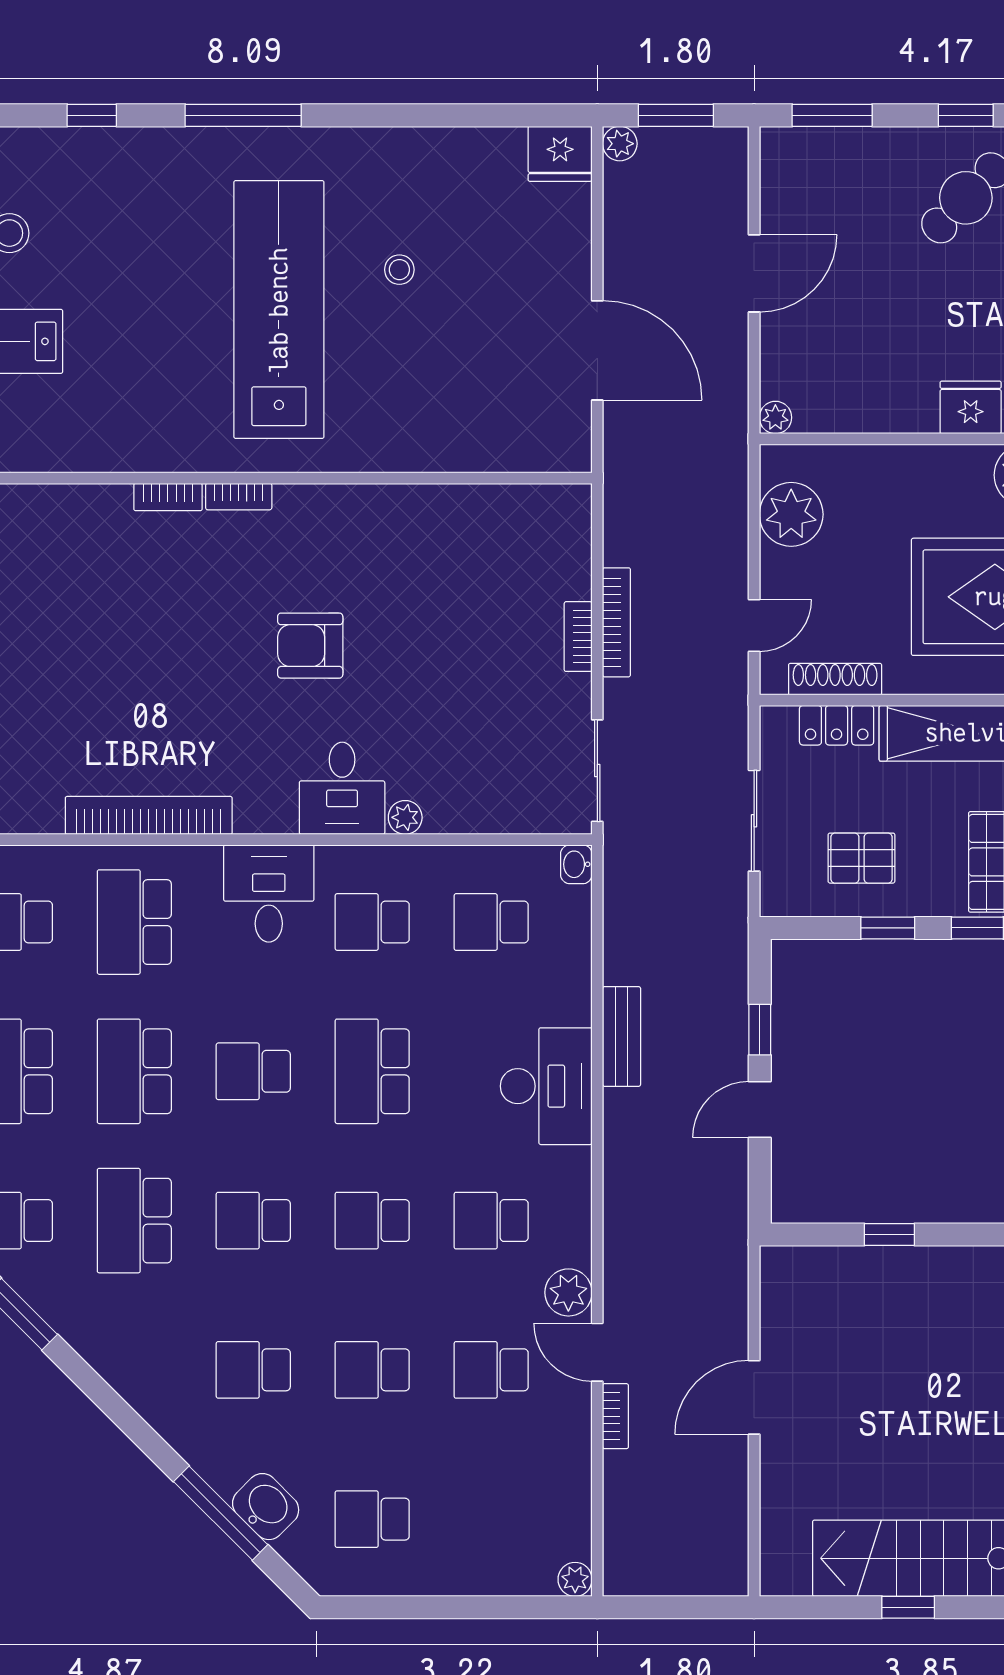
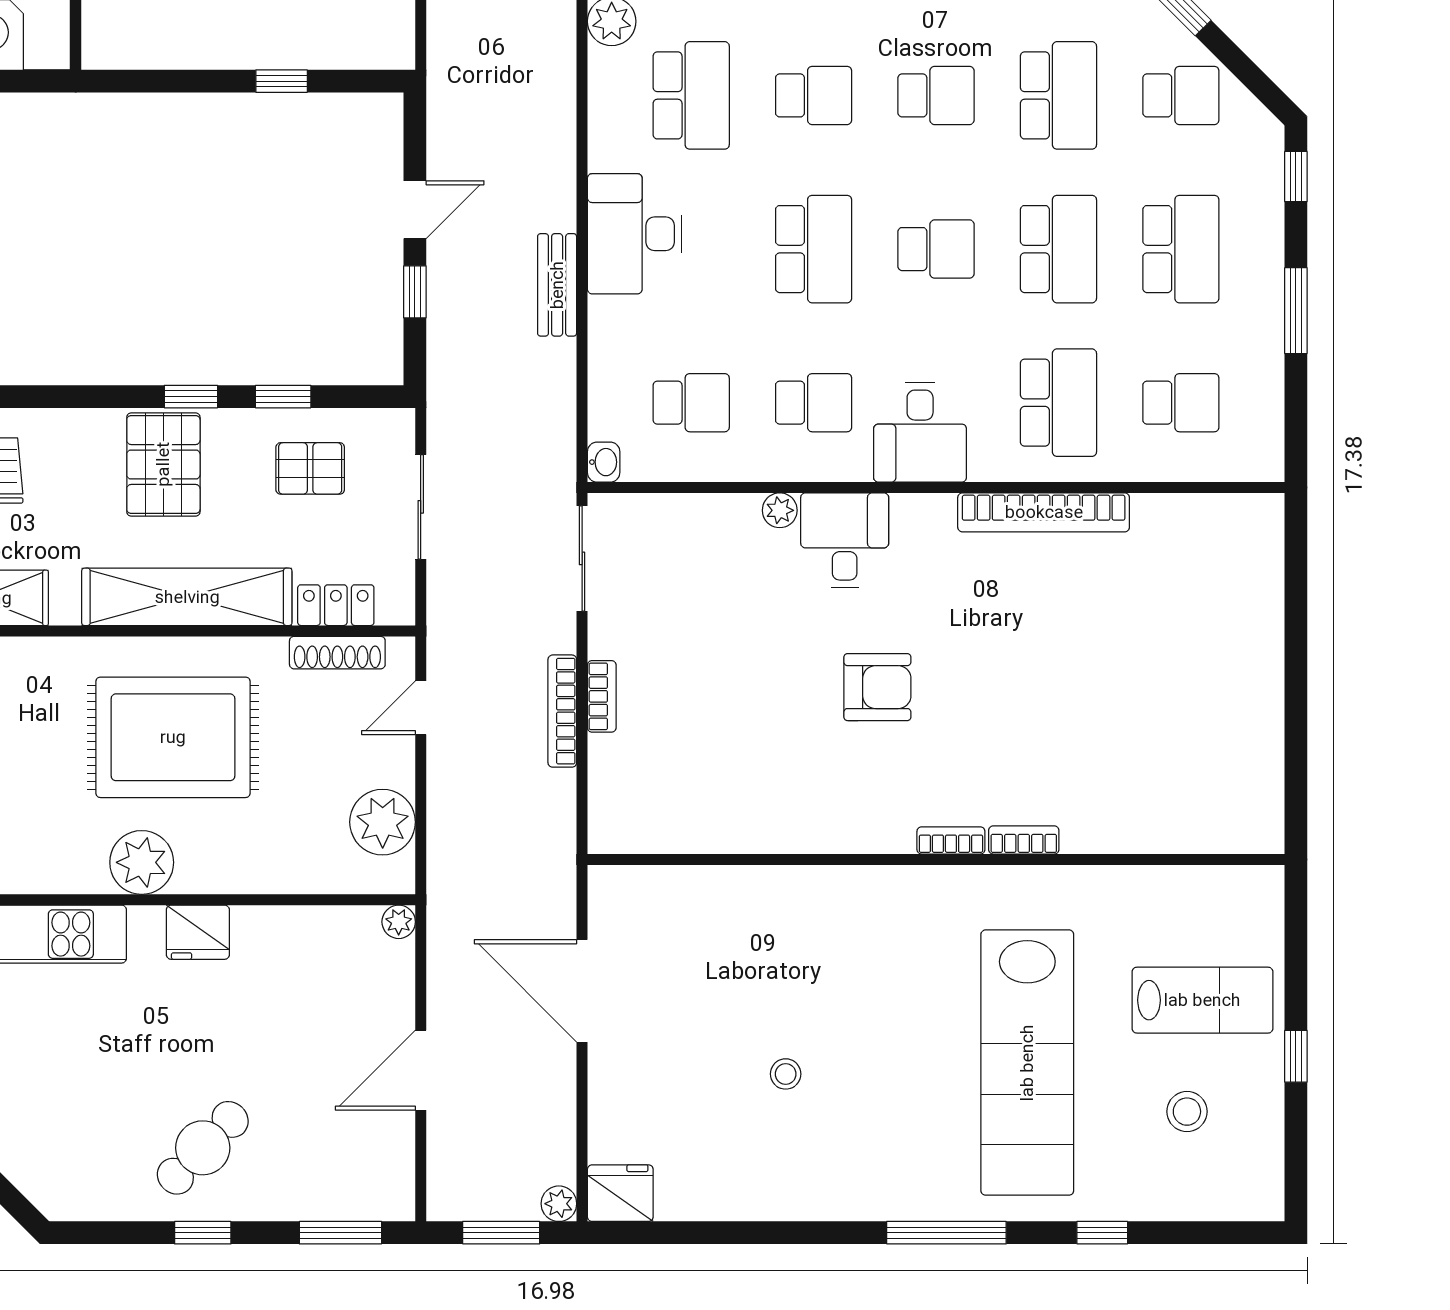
lab bench: (279, 310) -> (1027, 1063), moved
school desk: (491, 1221) -> (691, 95), width x1.85

